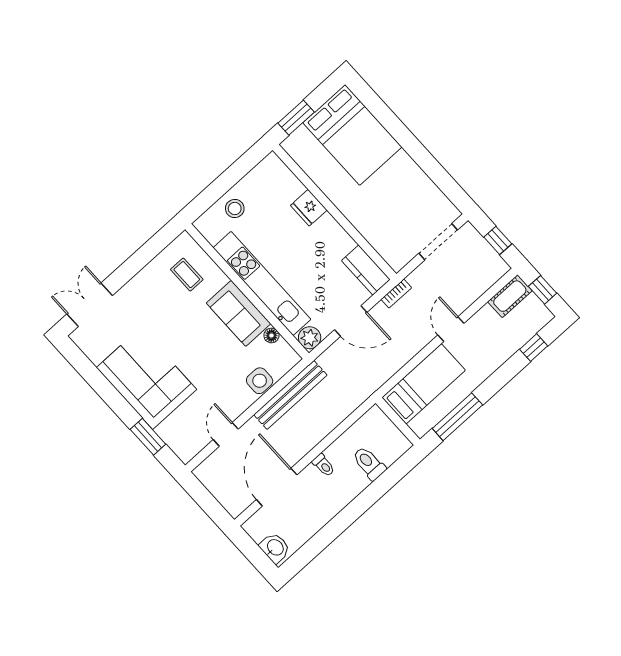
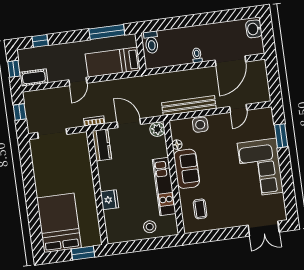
kitchen unit: (262, 283) -> (164, 187), width x0.73
toilet: (369, 463) -> (151, 42), moved

